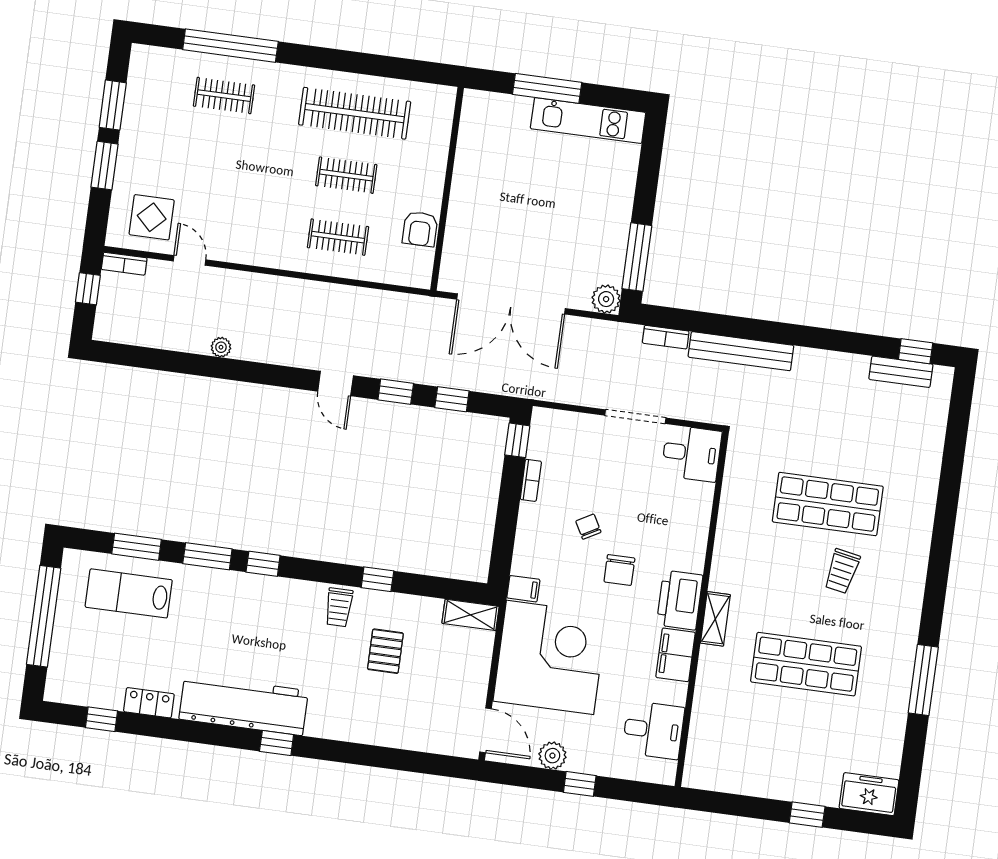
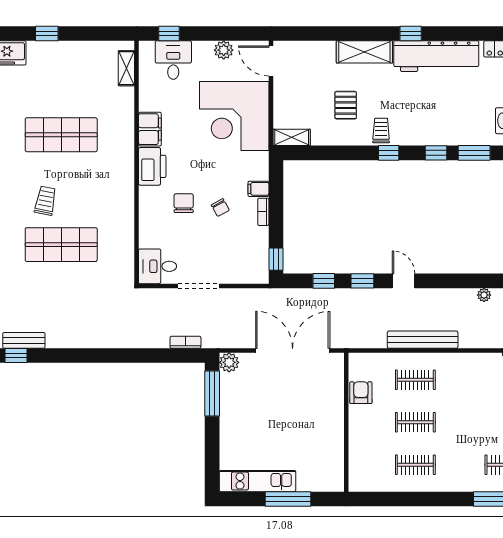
clothes rail: (355, 113) -> (415, 465), width x0.54, depth x0.76
bench: (741, 351) -> (423, 340), moved
bookcase: (531, 480) -> (263, 212), moved
chair: (619, 570) -> (184, 203), moved
window: (377, 579) -> (389, 153), moved
filing cabinet: (523, 589) -> (258, 189), moved
shelving: (715, 619) -> (126, 68), moved
shelving: (348, 725) -> (364, 52), added
desk: (653, 730) -> (173, 60), moved, turned 90
window: (580, 784) -> (169, 33), moved

